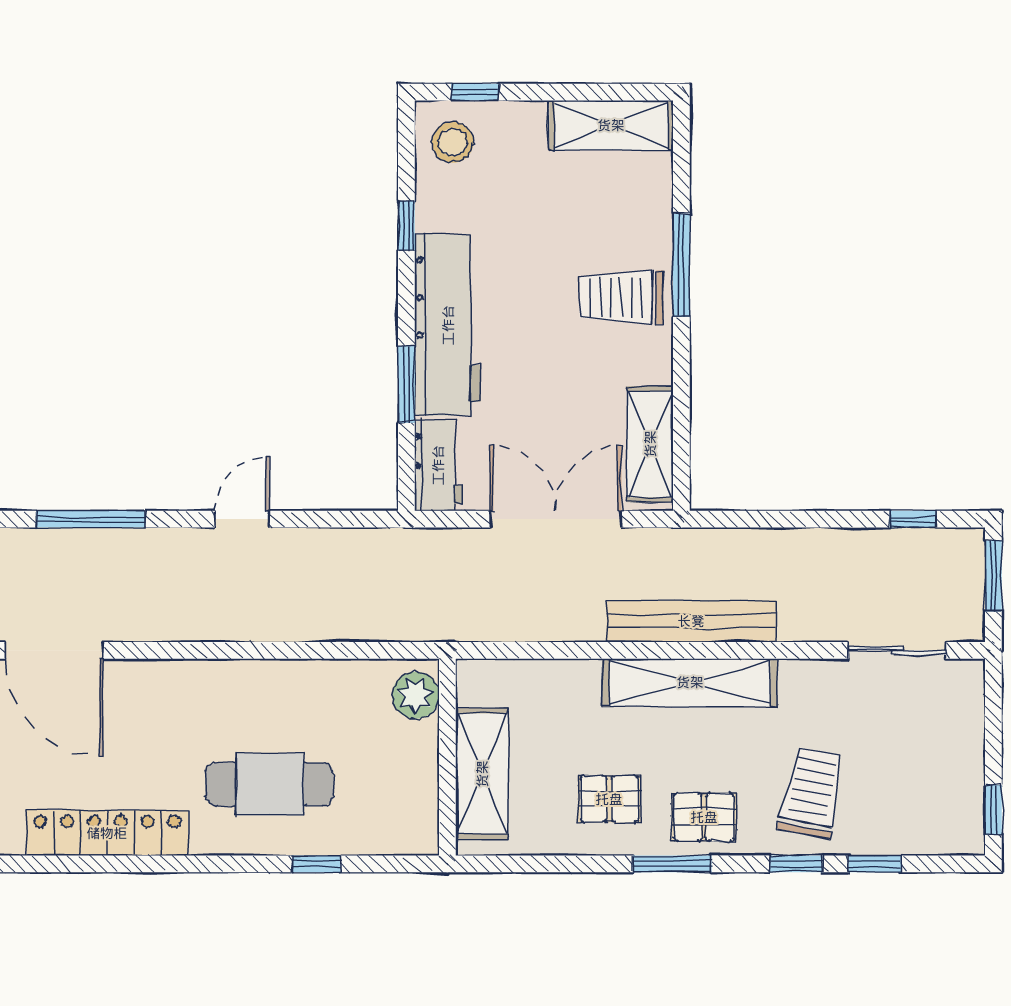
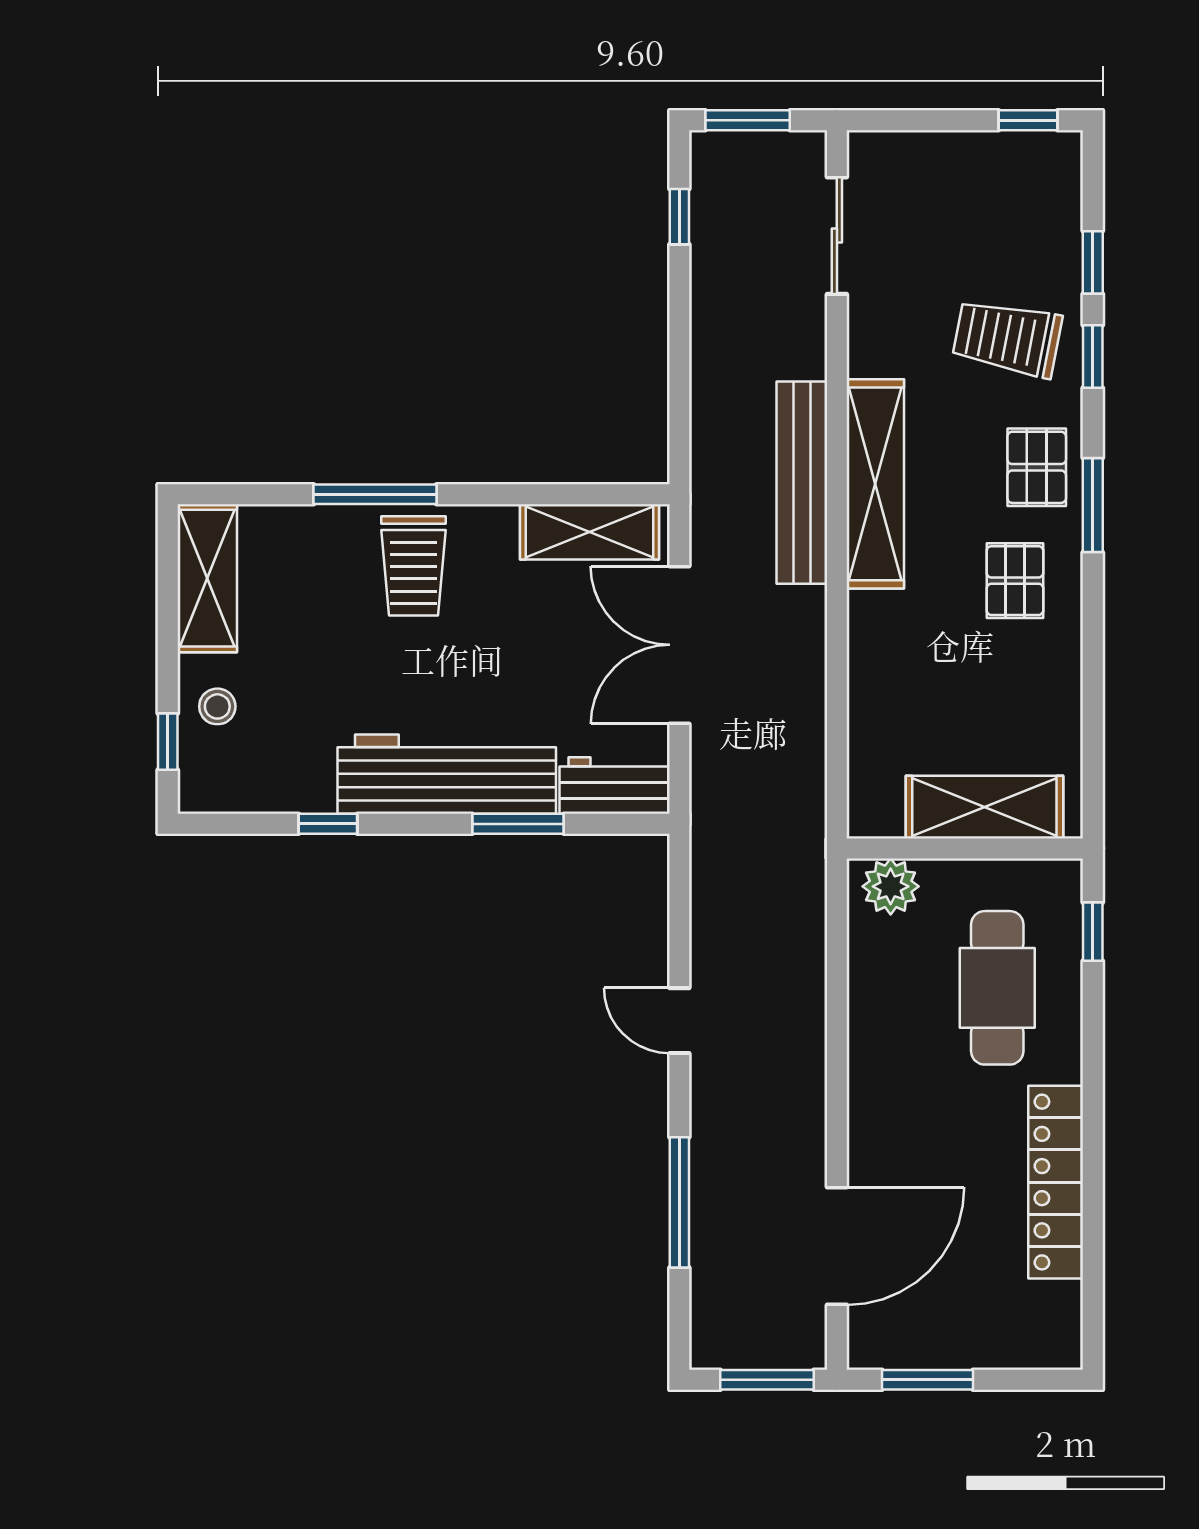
stool: (453, 142) -> (217, 706), moved, width x0.73, depth x0.73
plant: (416, 695) -> (891, 886), moved
wall: (447, 757) -> (965, 848), moved
shelving: (482, 774) -> (984, 807), moved

